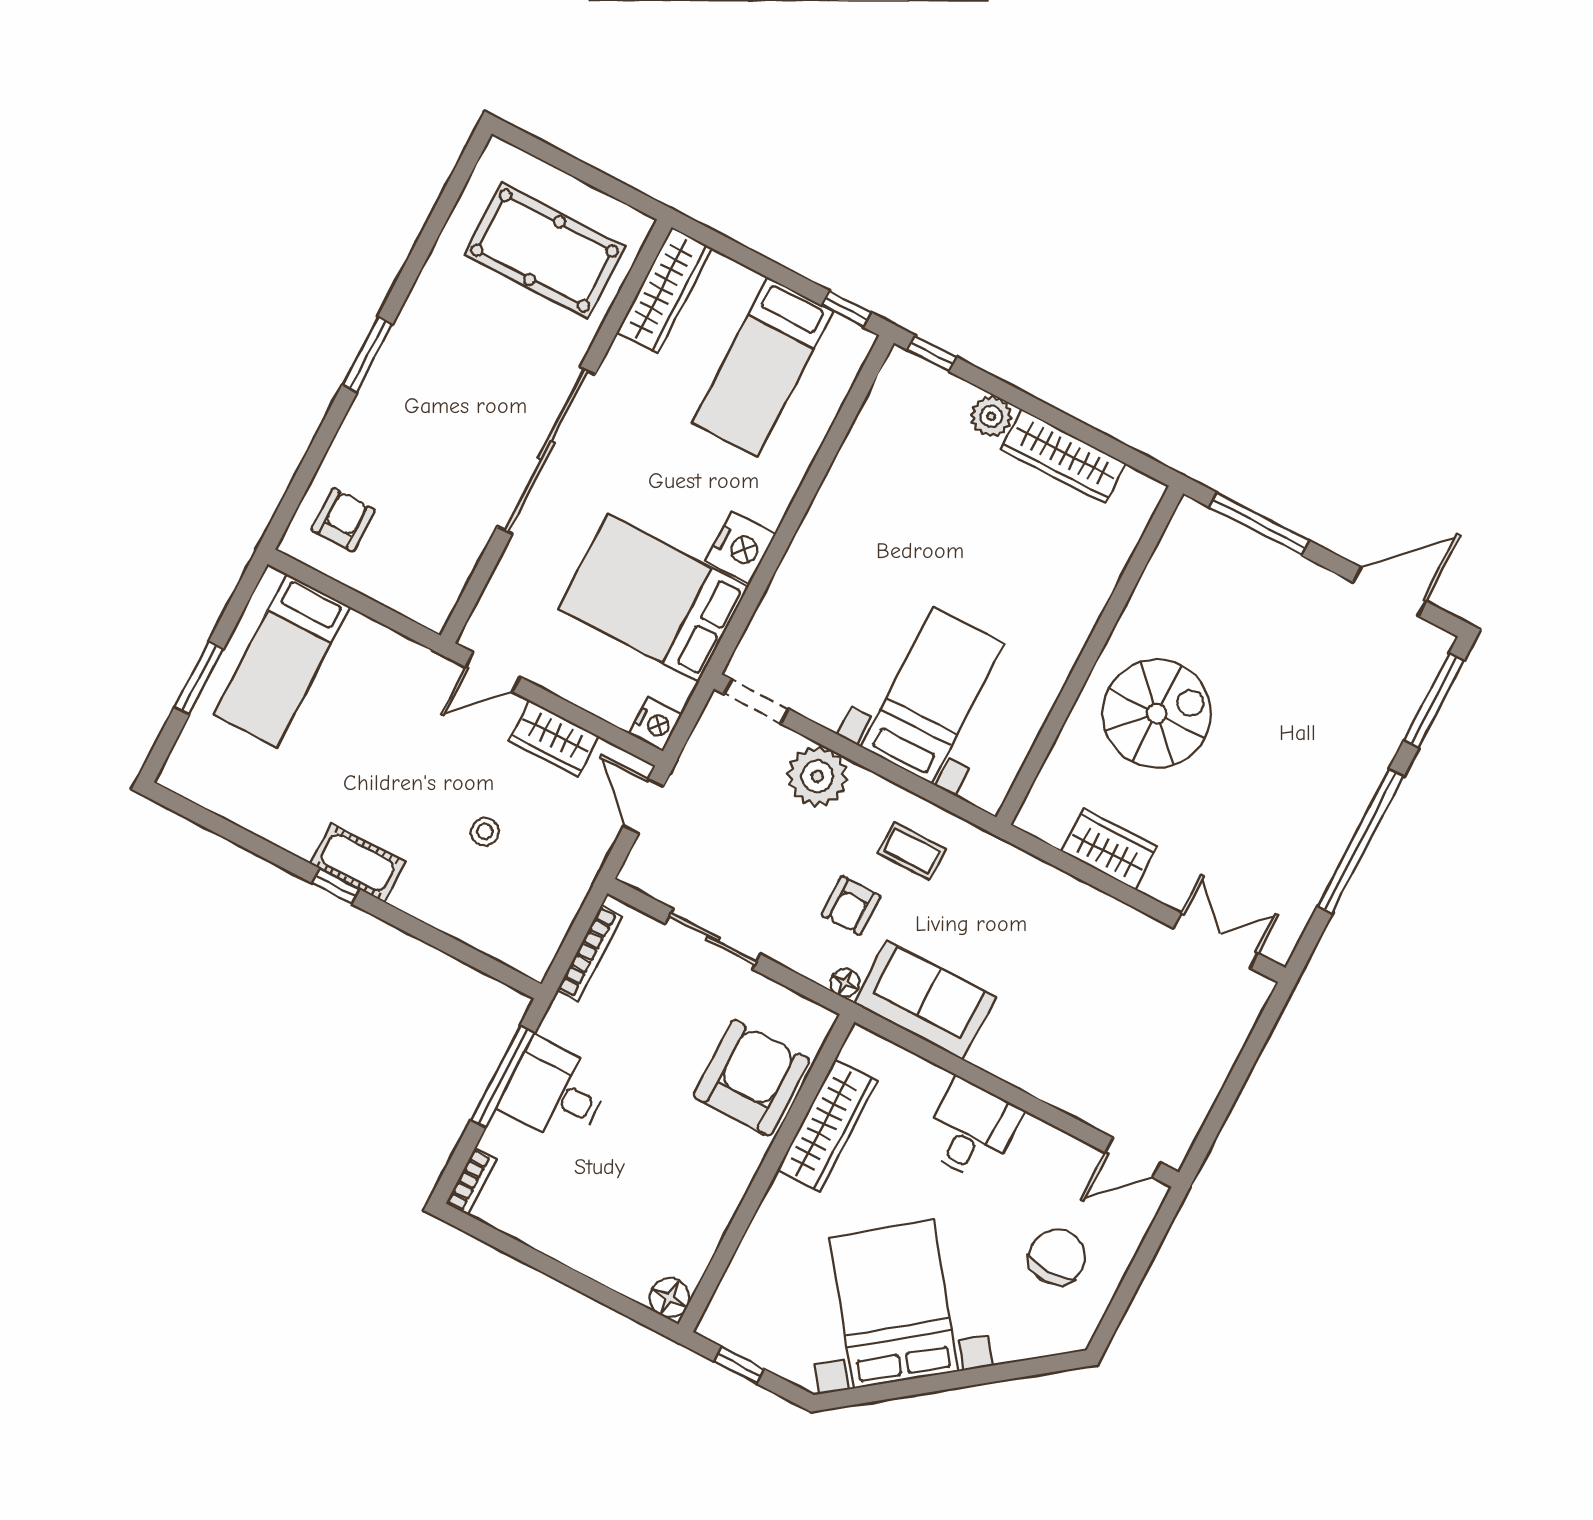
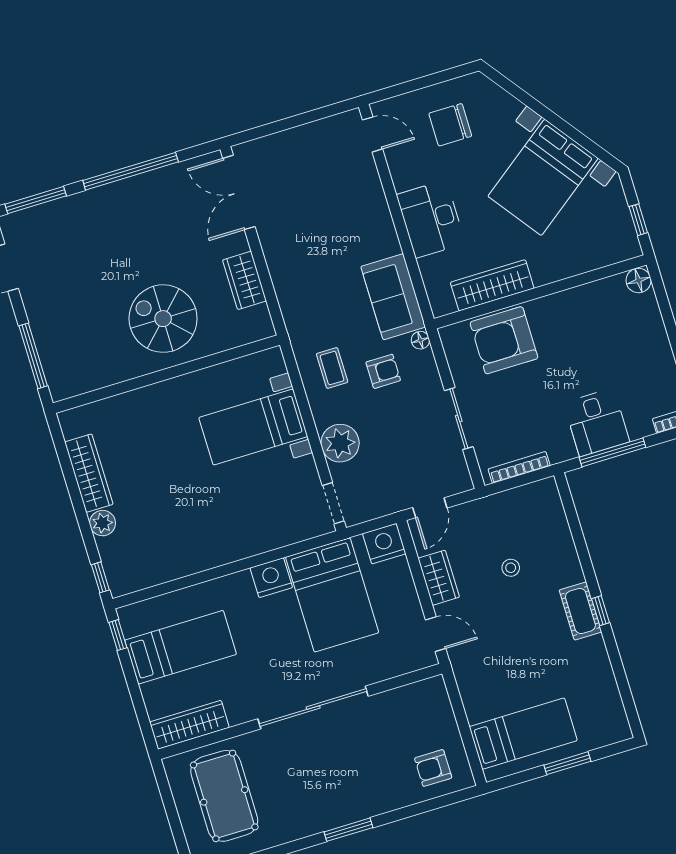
nightstand: (656, 724) -> (384, 544), width x1.36, depth x1.33
double door: (1216, 941) -> (239, 192), width x1.37
desk: (971, 1130) -> (431, 219), width x1.37

